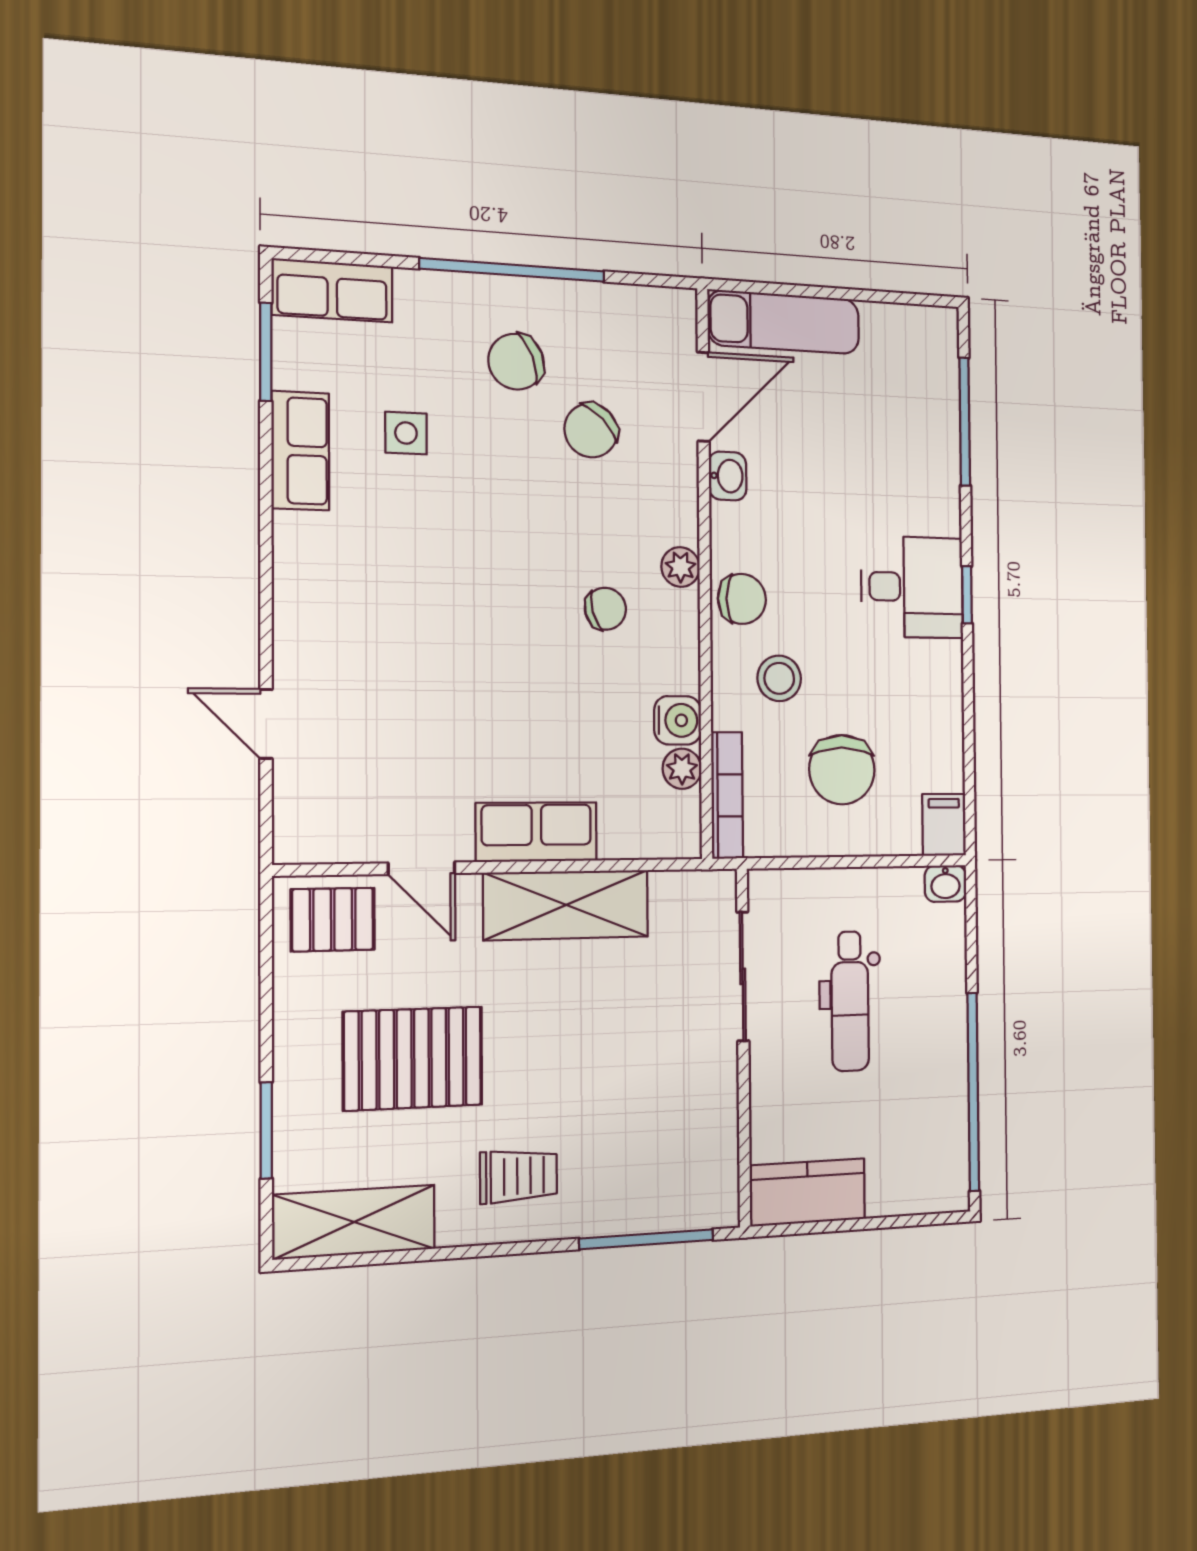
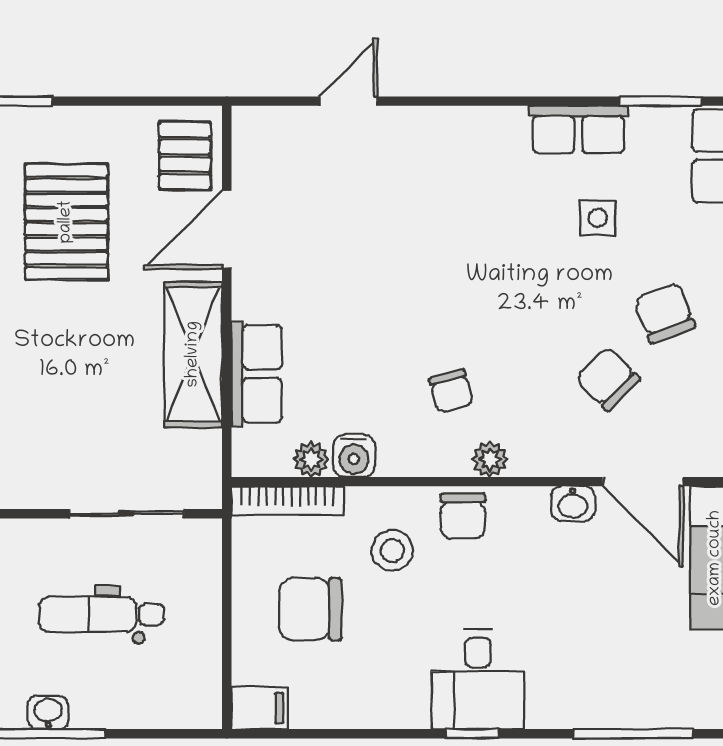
row of seats: (536, 832) -> (257, 374), moved
door: (422, 868) -> (227, 230), width x1.38
washbasin: (945, 884) -> (48, 713), moved, turned 90

